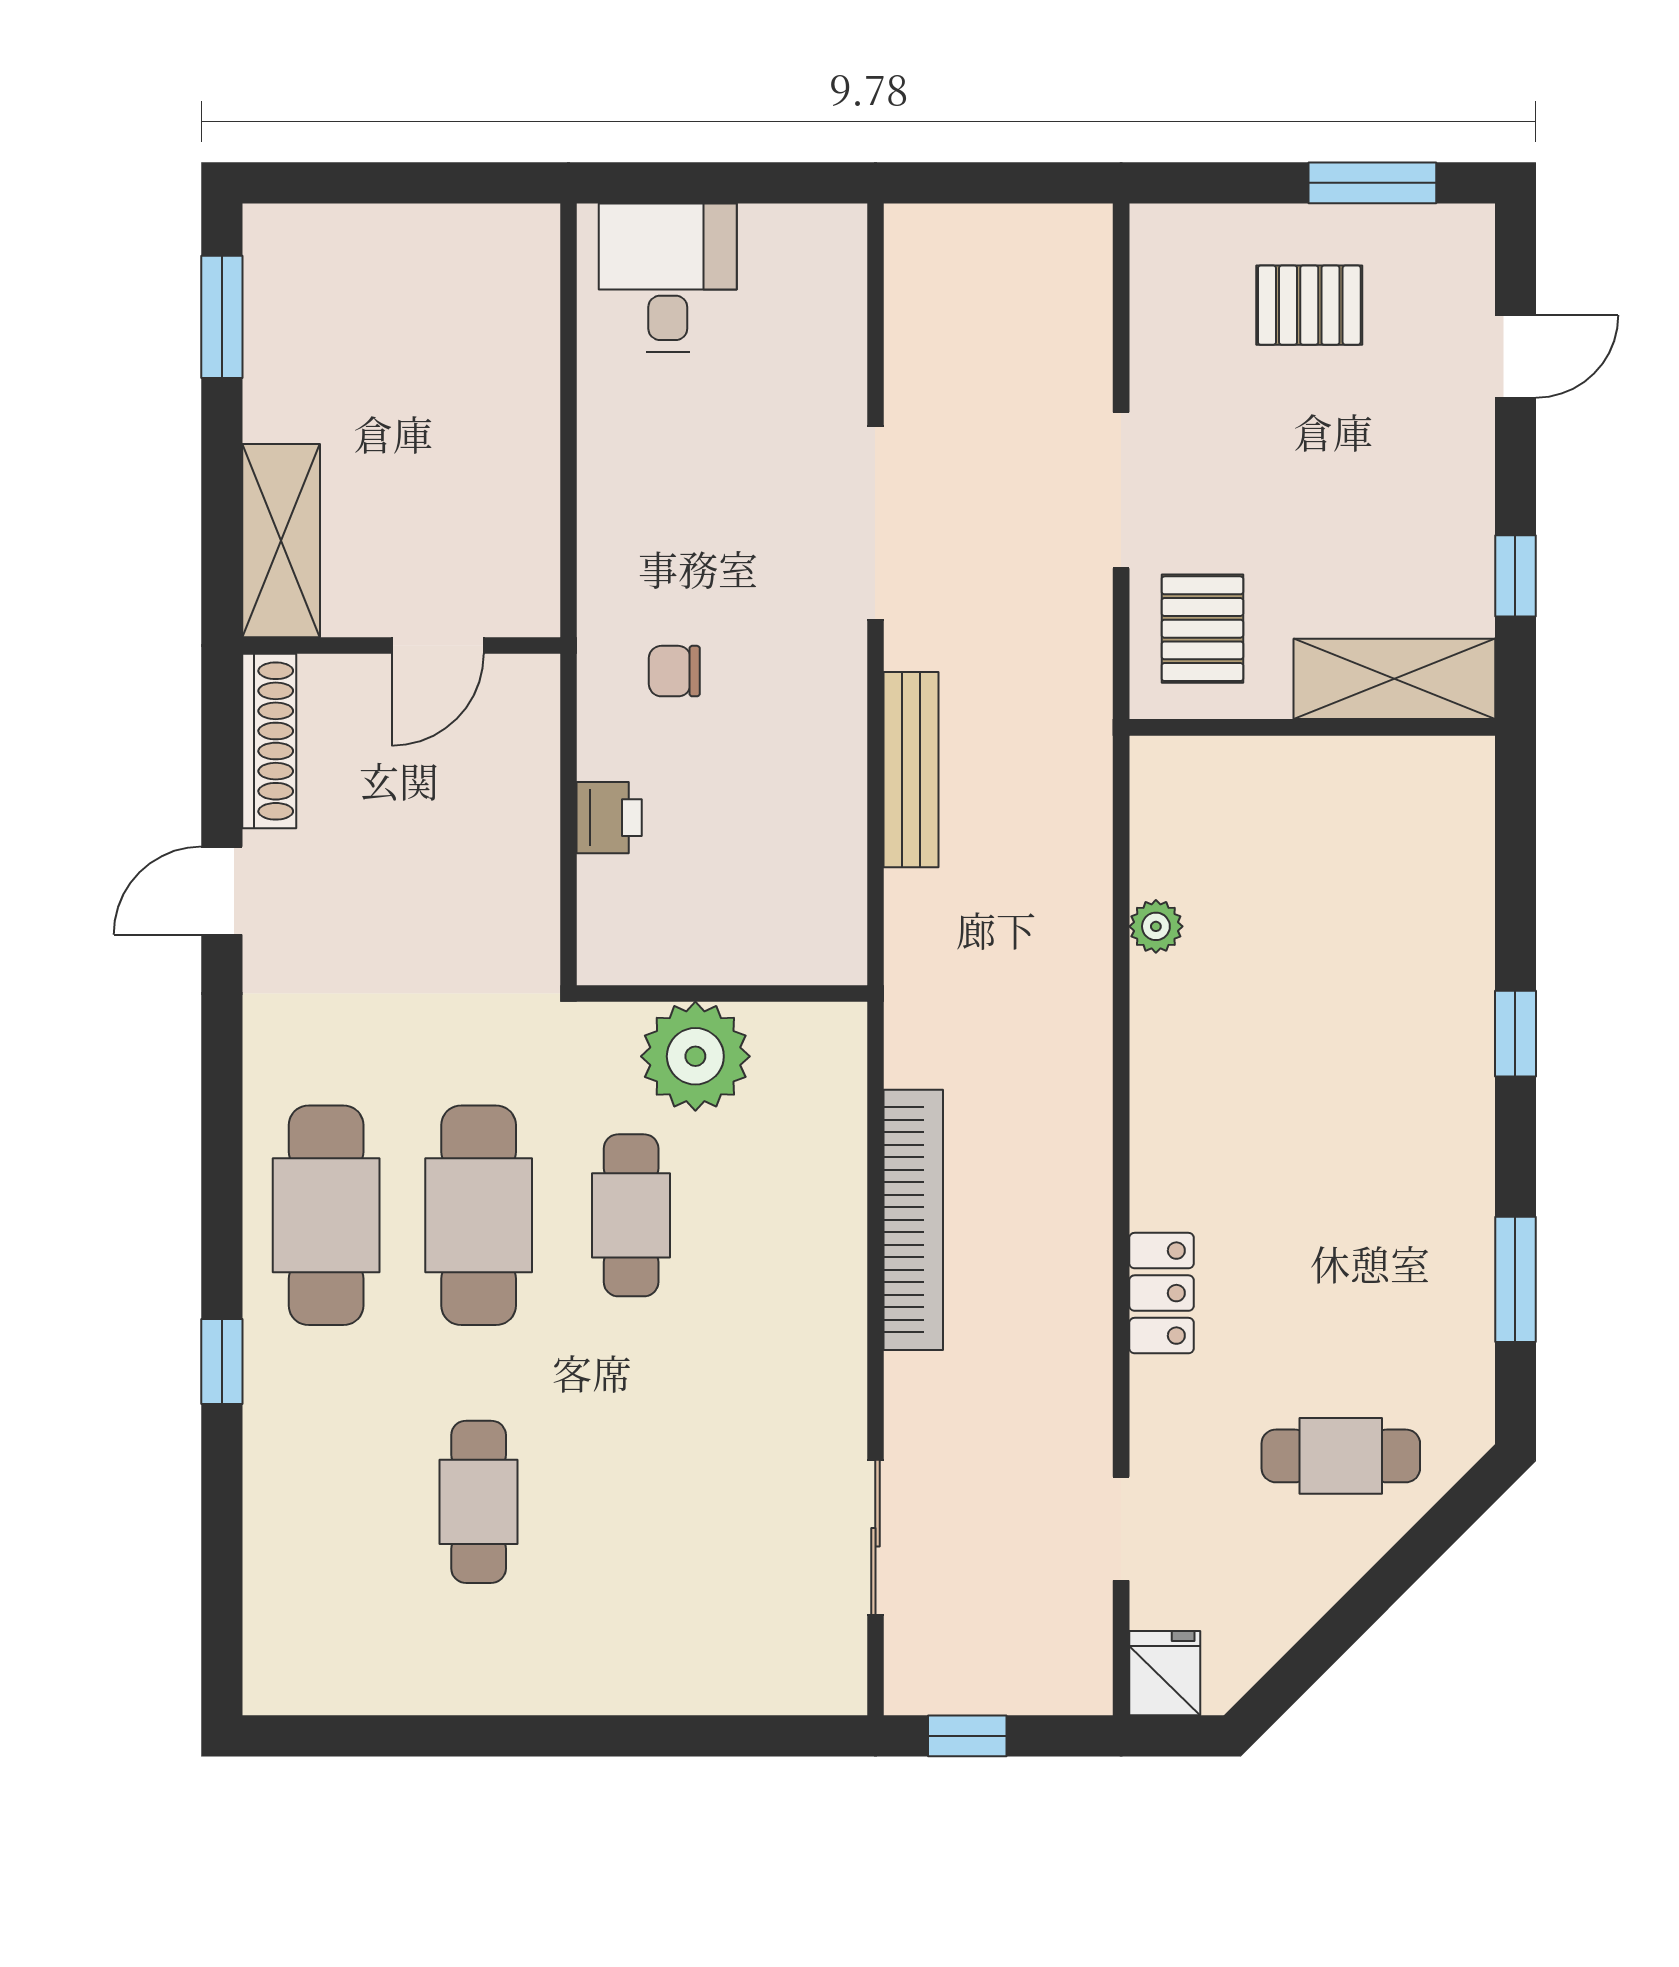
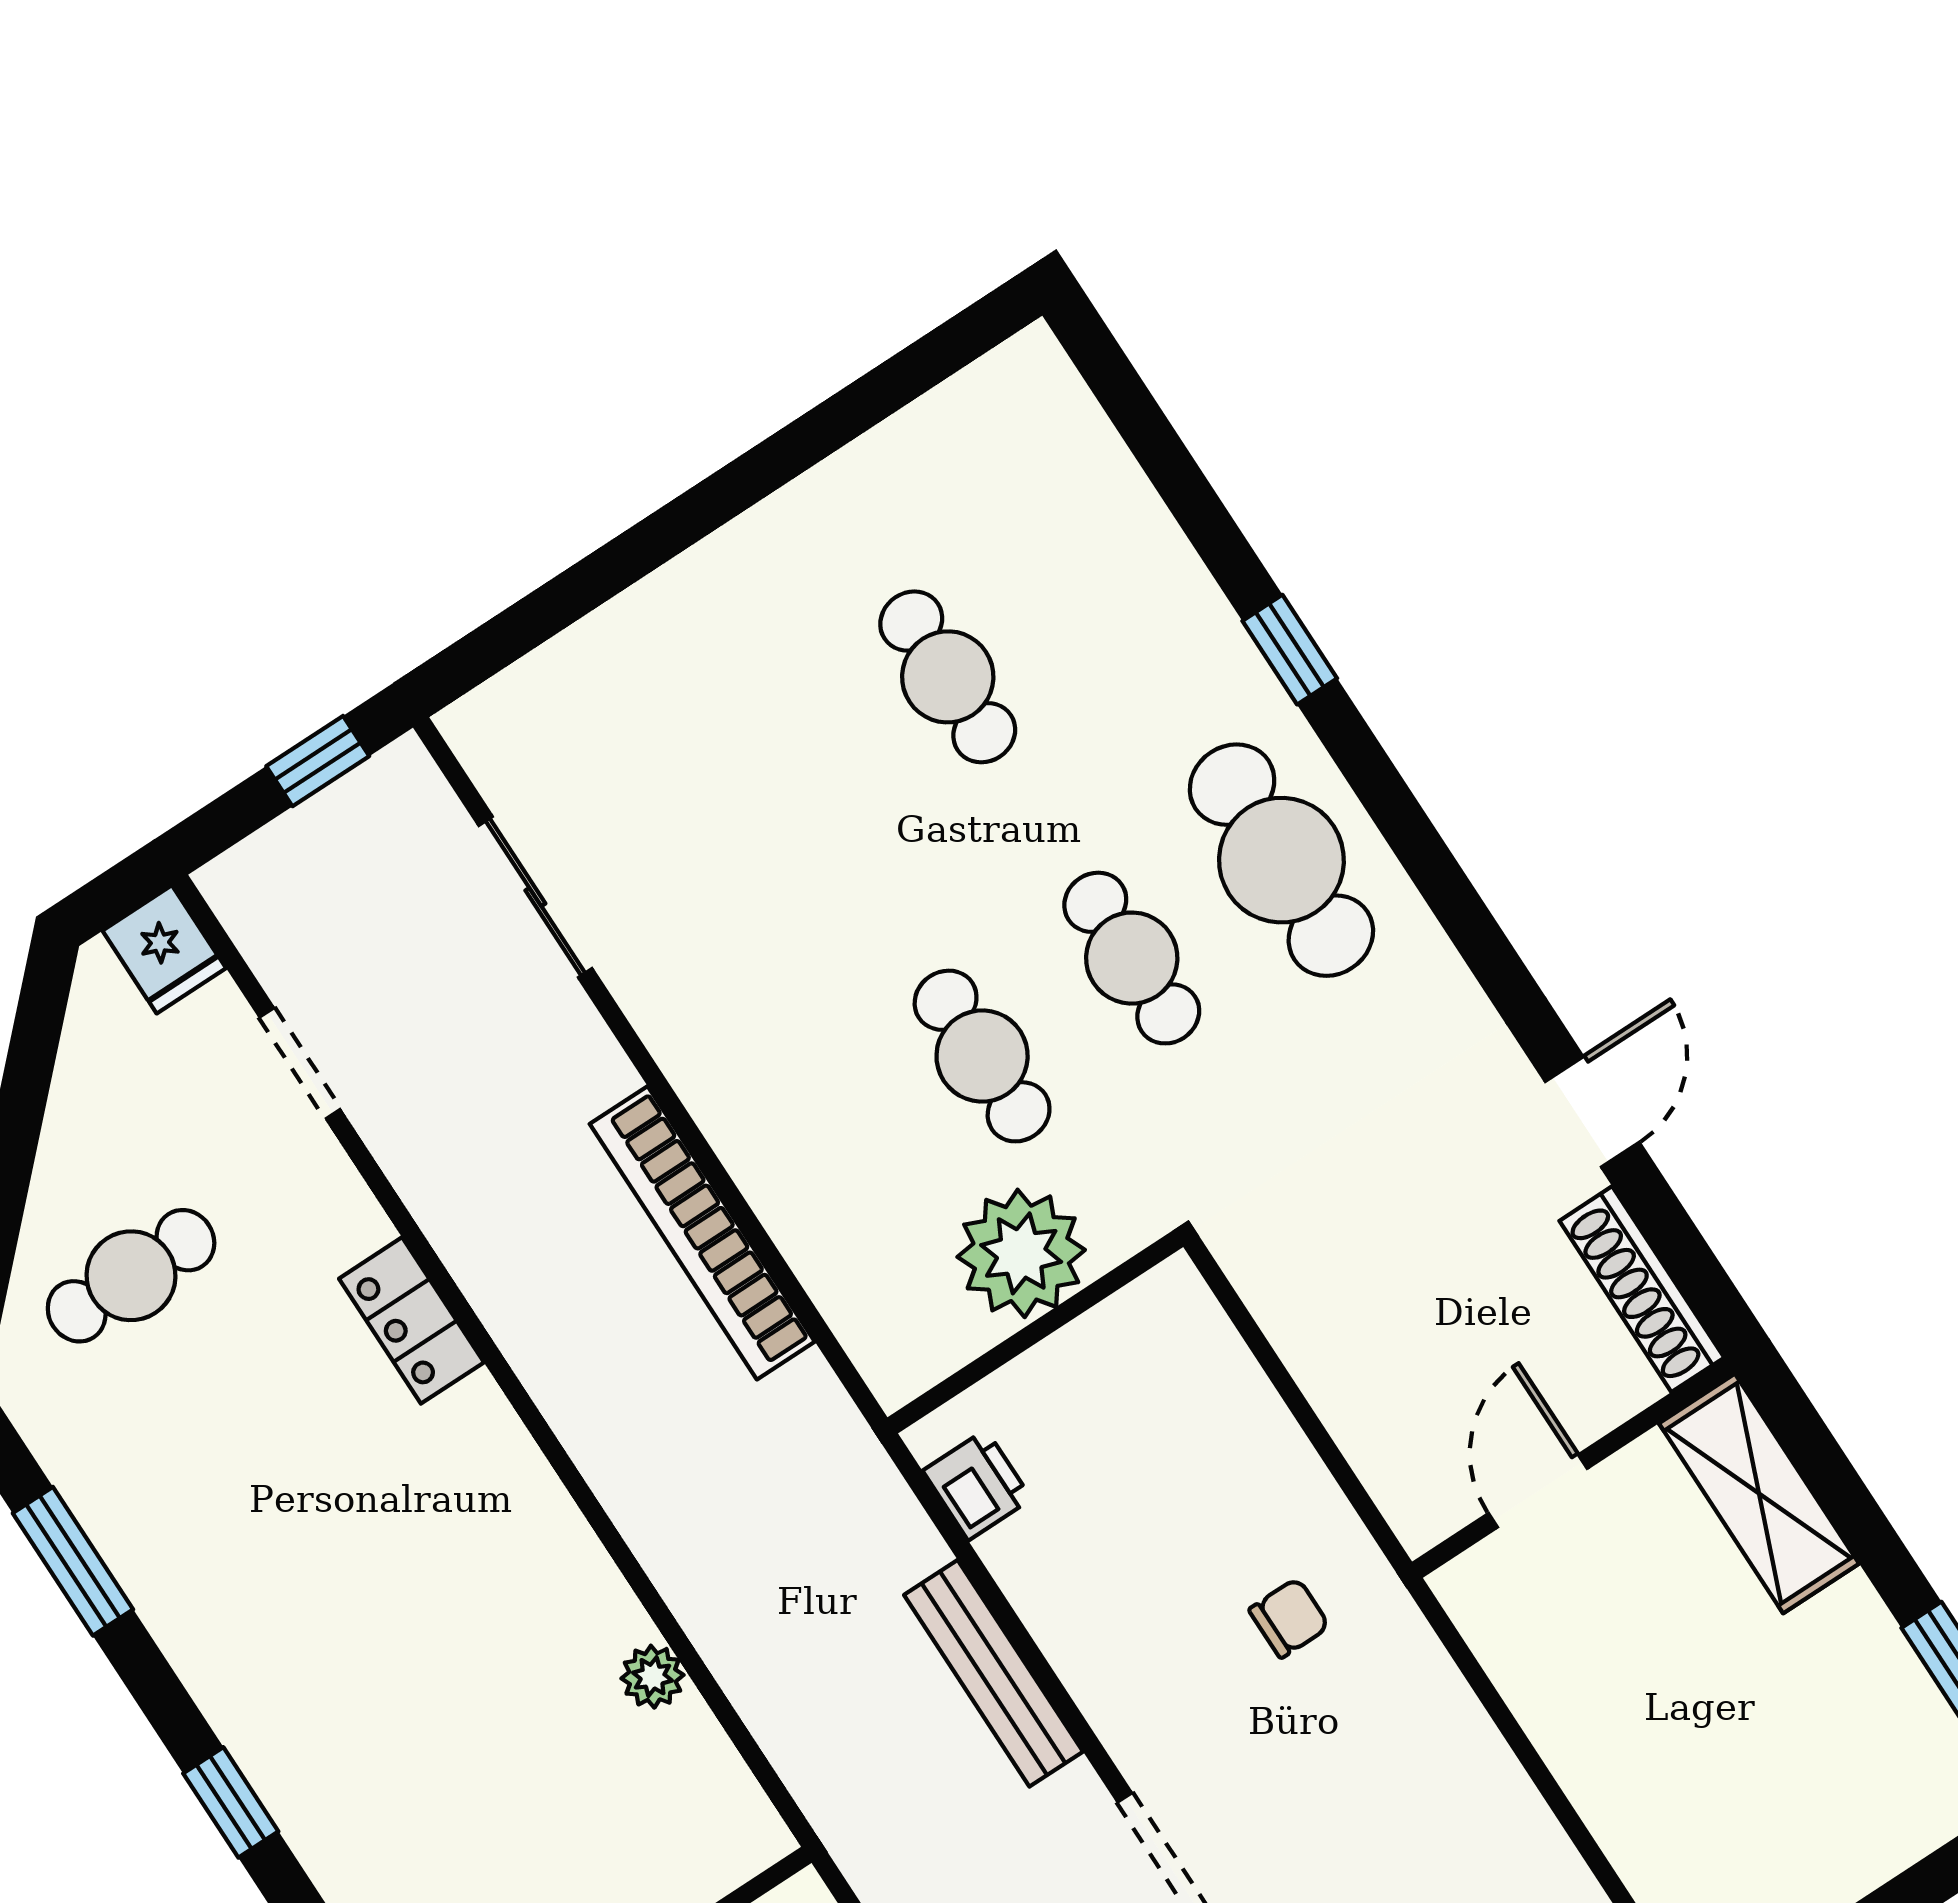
printer: (609, 818) -> (977, 1485), moved, turned 180
cafe table: (479, 1215) -> (1132, 958), width x0.73, depth x0.74

